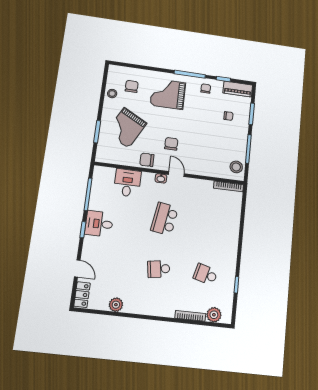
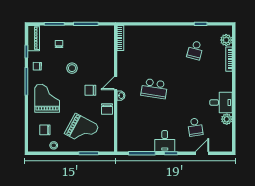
grand piano: (168, 94) -> (47, 98), turned 180
stool: (236, 167) -> (72, 68), moved
desk: (127, 183) -> (221, 102), moved, turned 180
school desk: (159, 269) -> (195, 127), moved
locker: (82, 295) -> (222, 147), removed

